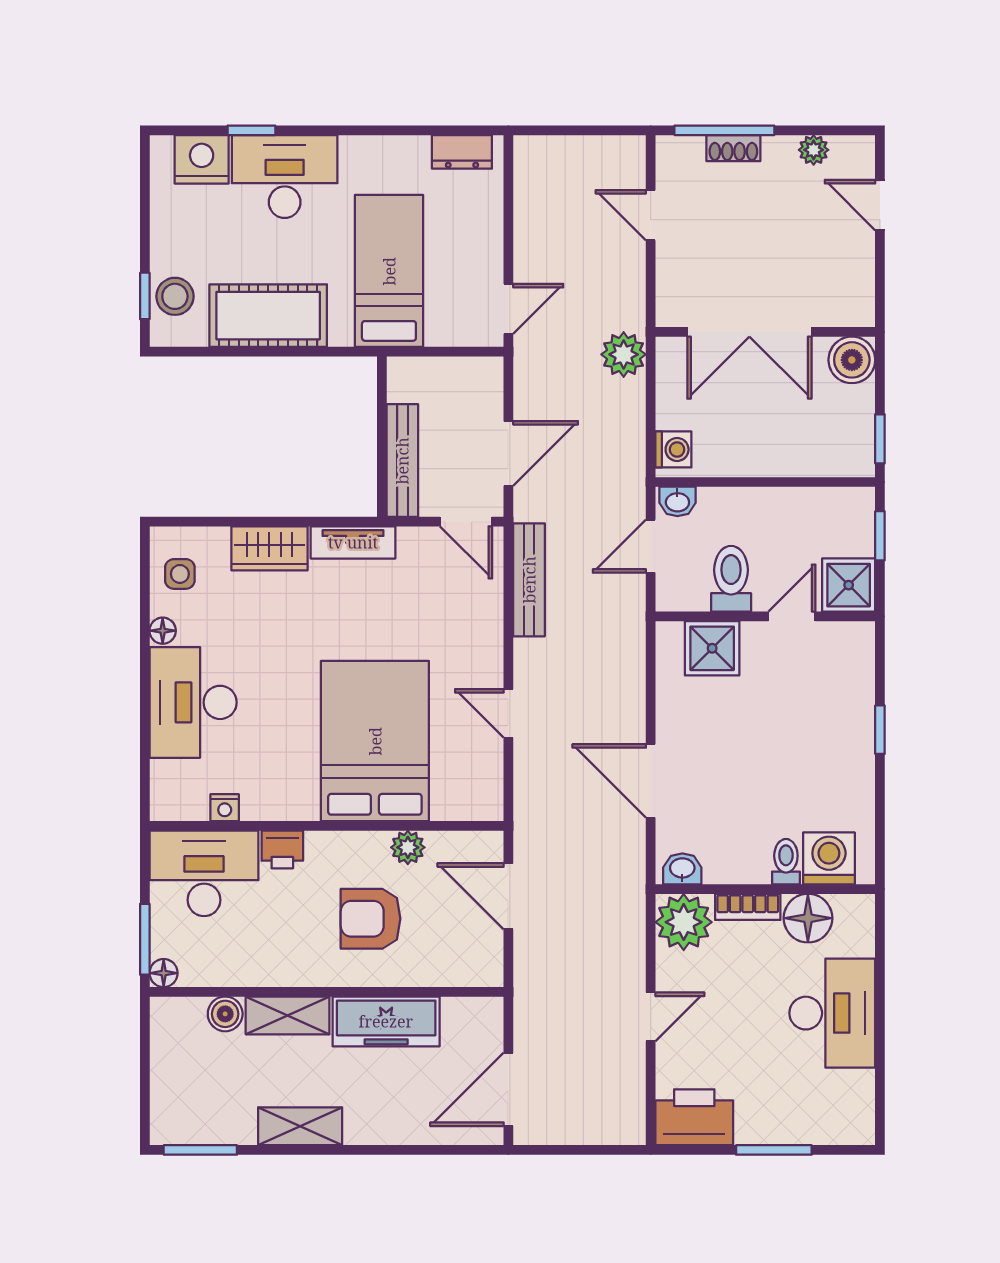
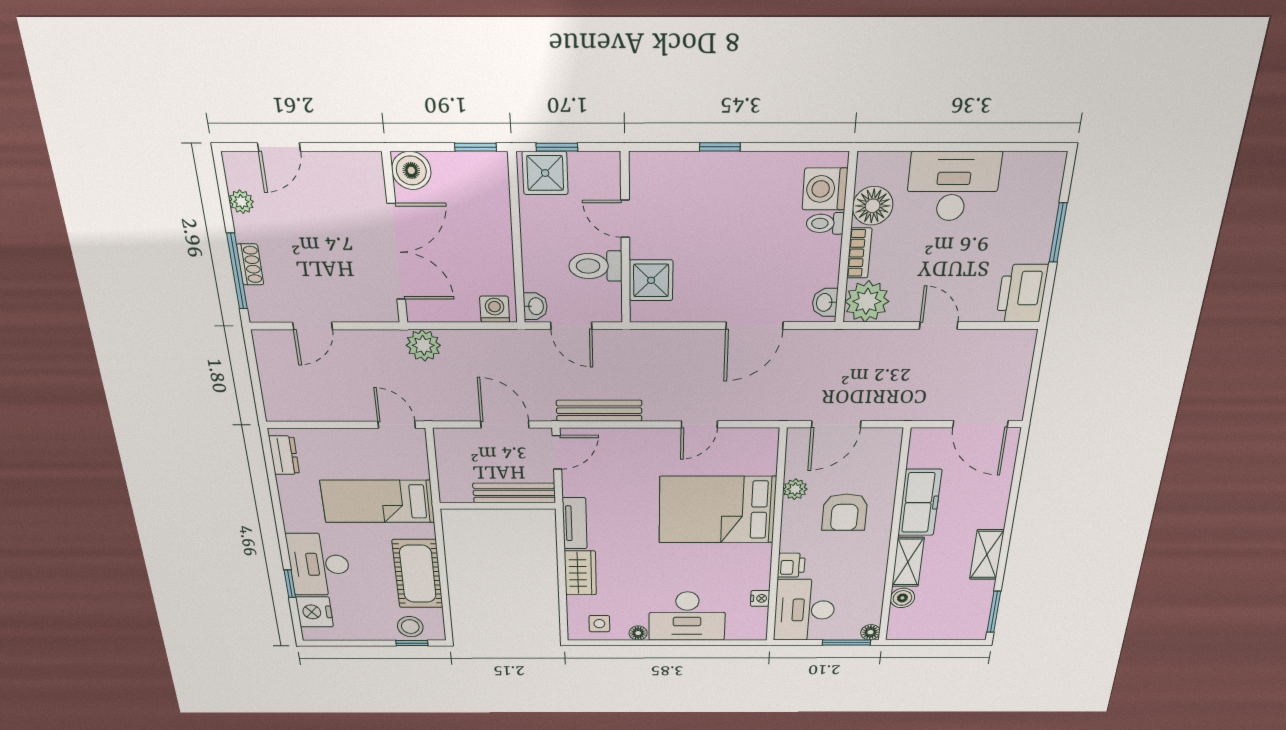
shower: (849, 585) -> (545, 173), moved

